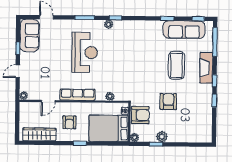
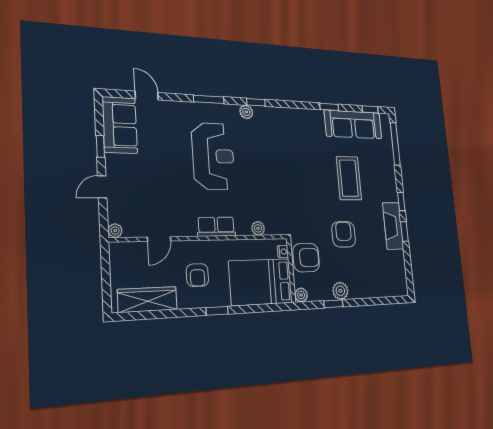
fireplace: (206, 68) -> (393, 226), moved
row of seats: (78, 95) -> (216, 227), width x0.68

